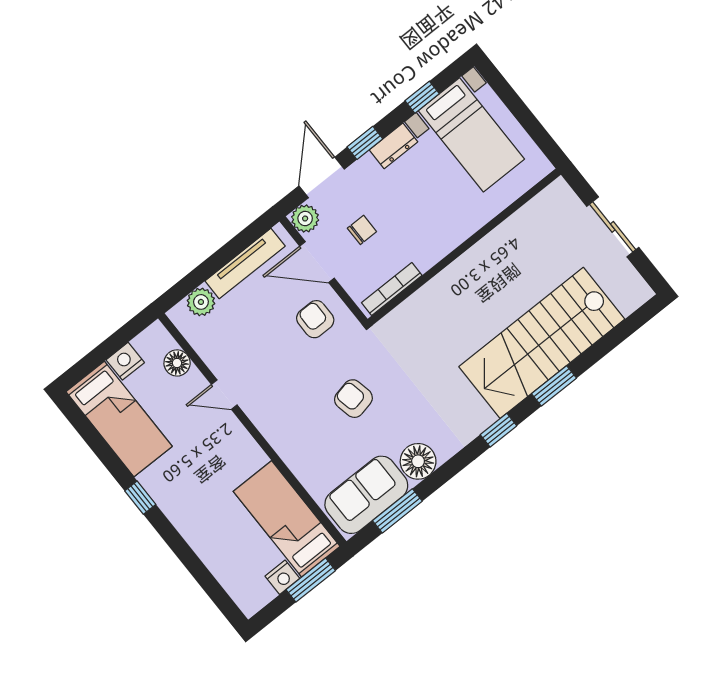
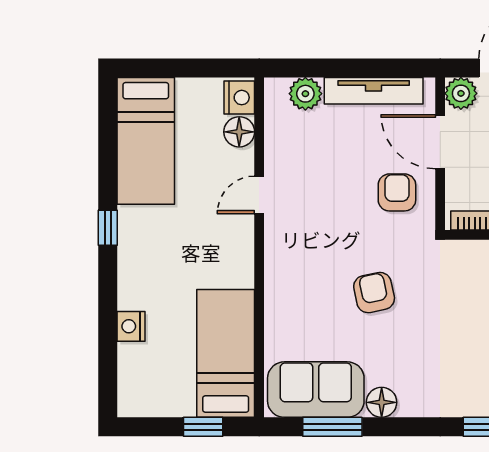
nightstand: (125, 361) -> (239, 98), moved, turned 90
door: (224, 395) -> (259, 195), hinge flipped
floor lamp: (418, 461) -> (382, 402), width x0.73, depth x0.73
nightstand: (282, 577) -> (131, 326), moved, turned 90
window: (311, 580) -> (203, 427), width x0.67

